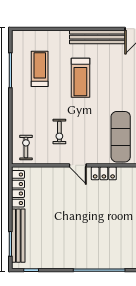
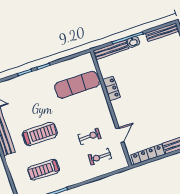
exercise bike: (26, 148) -> (100, 157), moved
door: (78, 165) -> (120, 135), moved

